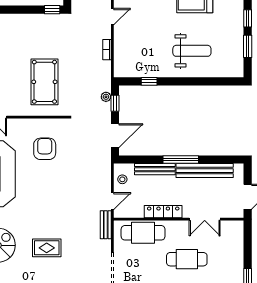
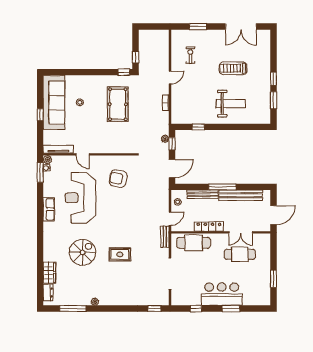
pool table: (44, 82) -> (118, 104), moved
armchair: (45, 149) -> (118, 179), turned -79
cafe table: (187, 259) -> (240, 254), moved

